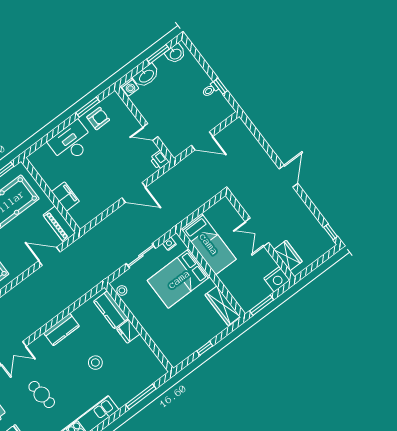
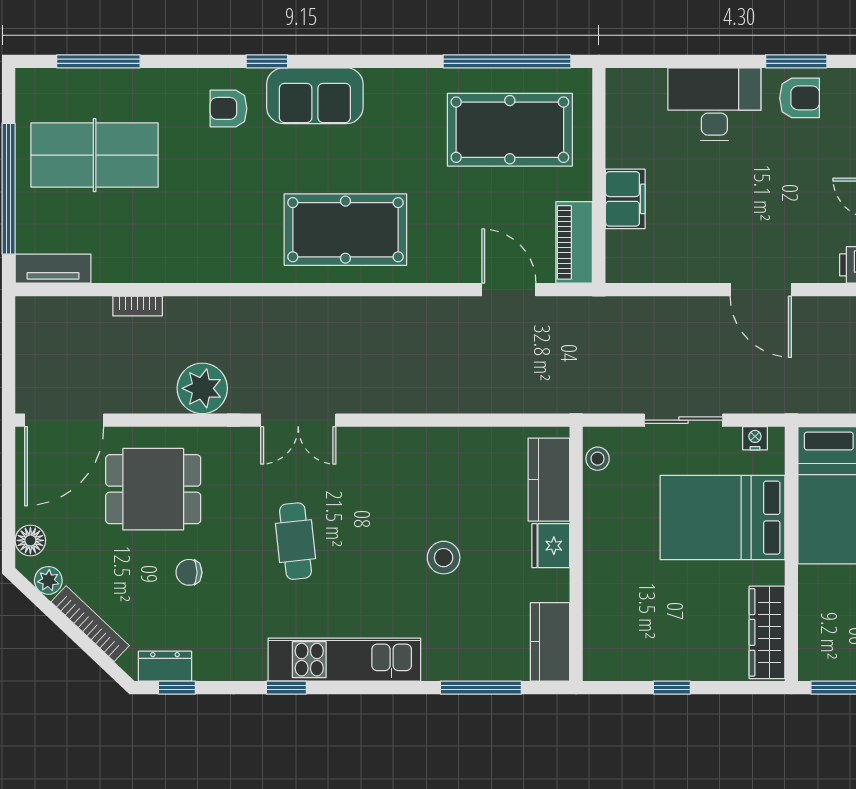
kitchen counter: (61, 330) -> (550, 642), moved, turned 90

